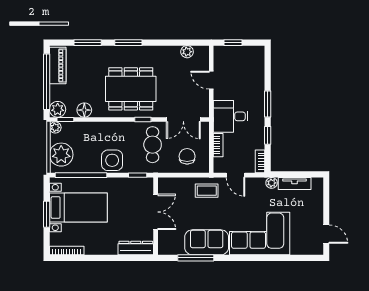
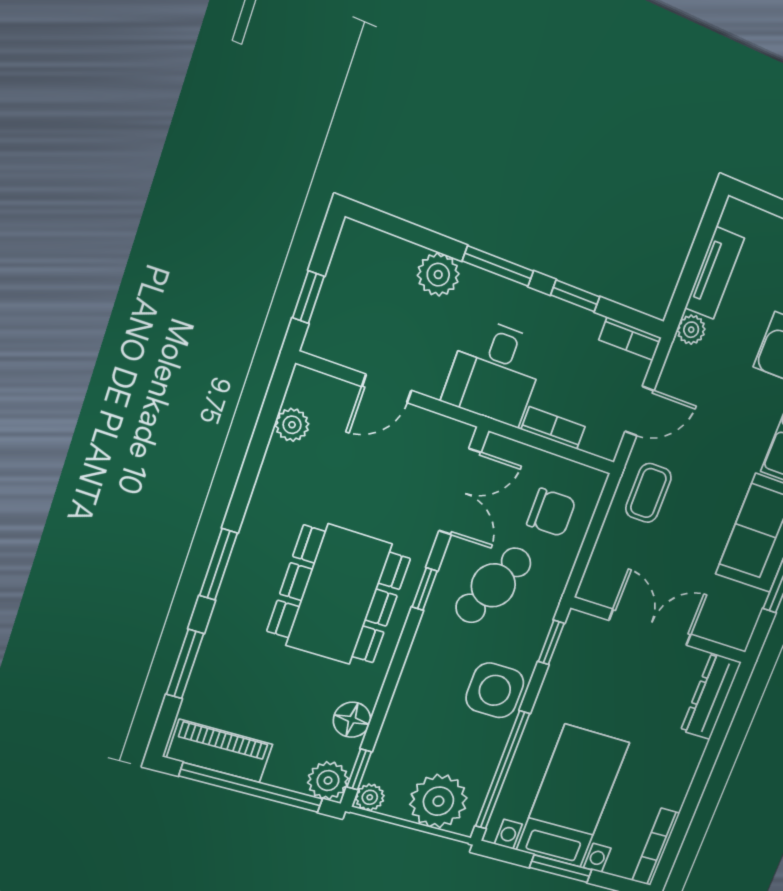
plant: (257, 84) -> (438, 275), added
cafe table: (153, 145) -> (493, 585), turned -65
chair: (187, 156) -> (551, 512), turned 180

